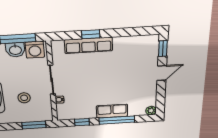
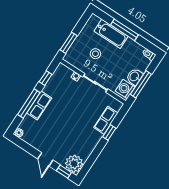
row of seats: (88, 45) -> (106, 120), width x0.68
plant: (148, 45) -> (74, 164), added

